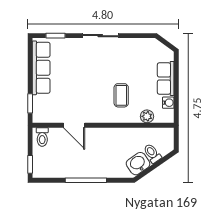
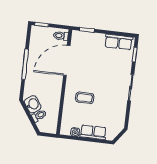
row of seats: (41, 68) -> (119, 42), width x0.68
plant: (147, 116) -> (67, 115), removed
door: (74, 125) -> (67, 60), width x1.88

